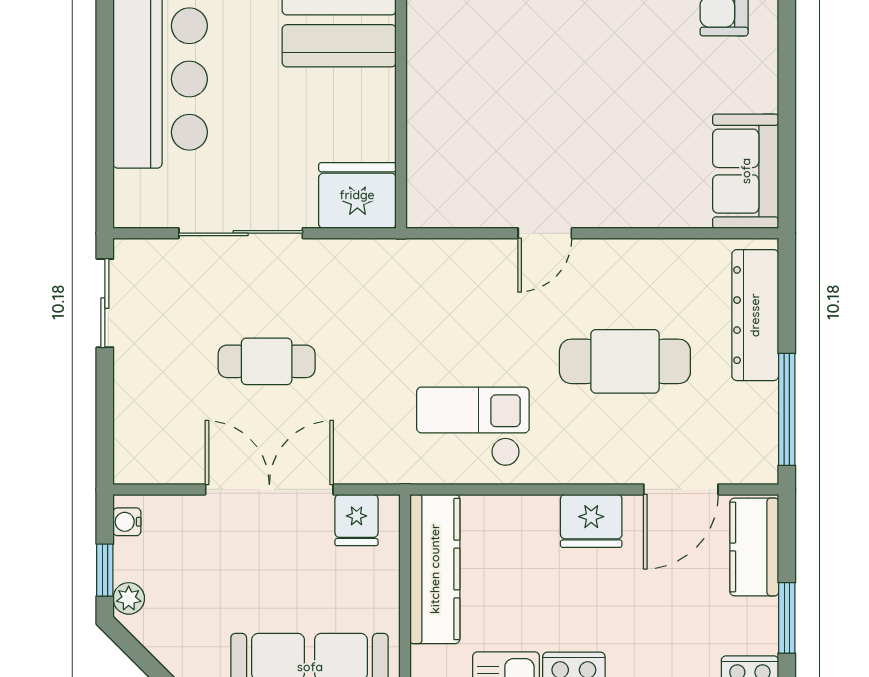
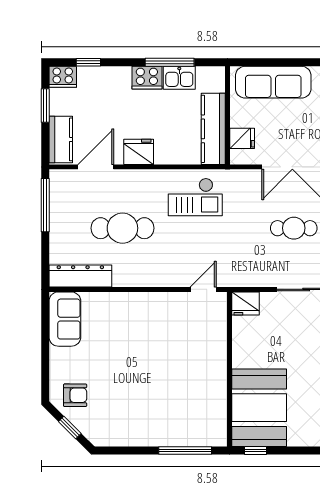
fridge: (357, 195) -> (245, 303), width x0.73, depth x0.75
door: (545, 233) -> (203, 289), moved
dresser: (755, 315) -> (80, 276), moved, turned -90
fridge: (357, 520) -> (242, 138), moved, turned 90

